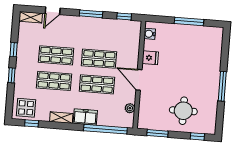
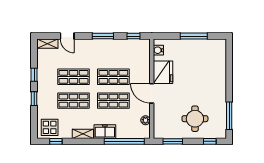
door: (53, 11) -> (67, 36), hinge flipped
fridge: (150, 58) -> (163, 72), width x1.88, depth x1.34
window: (222, 86) -> (229, 116), moved

